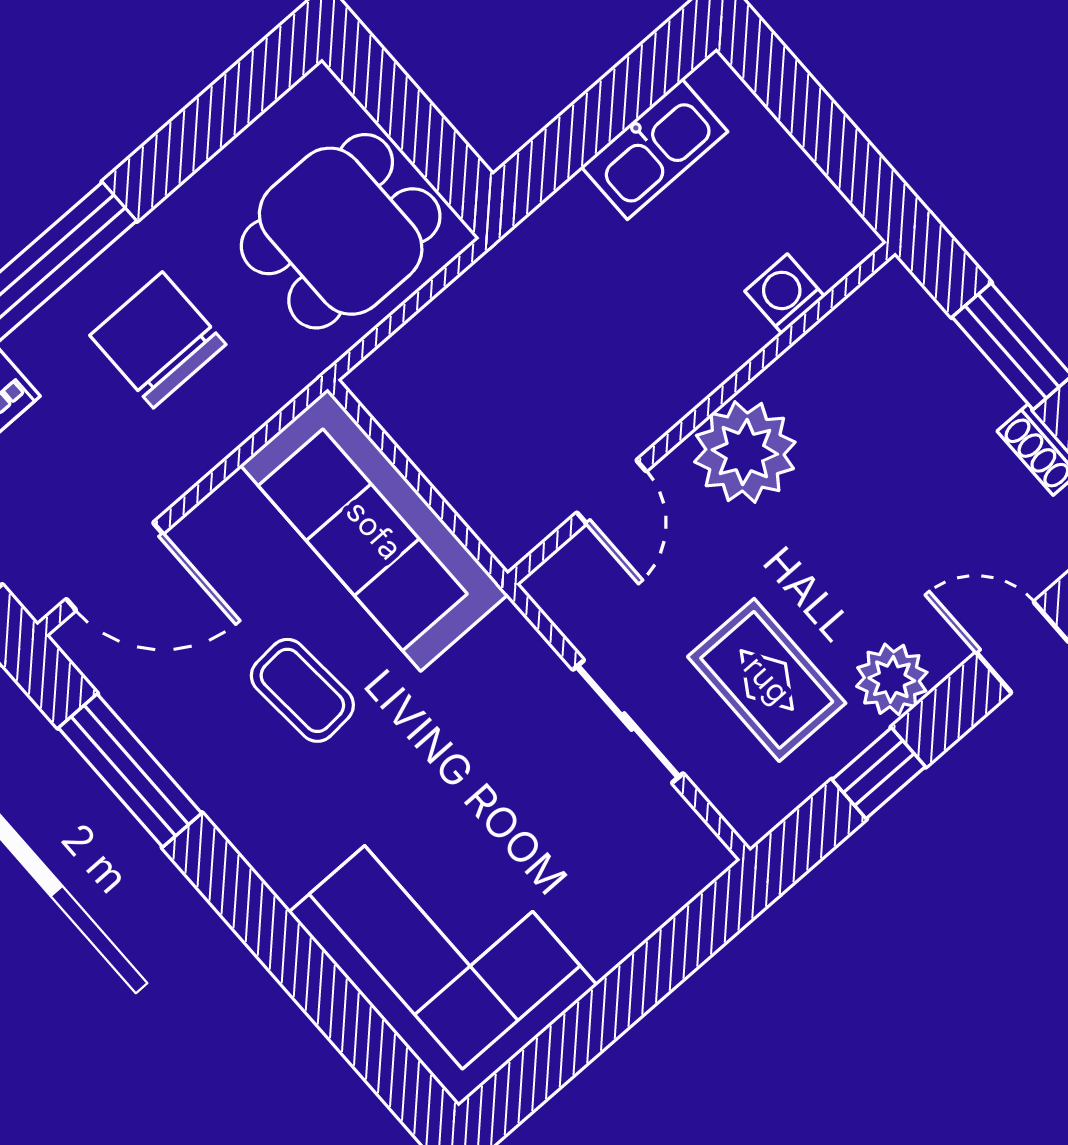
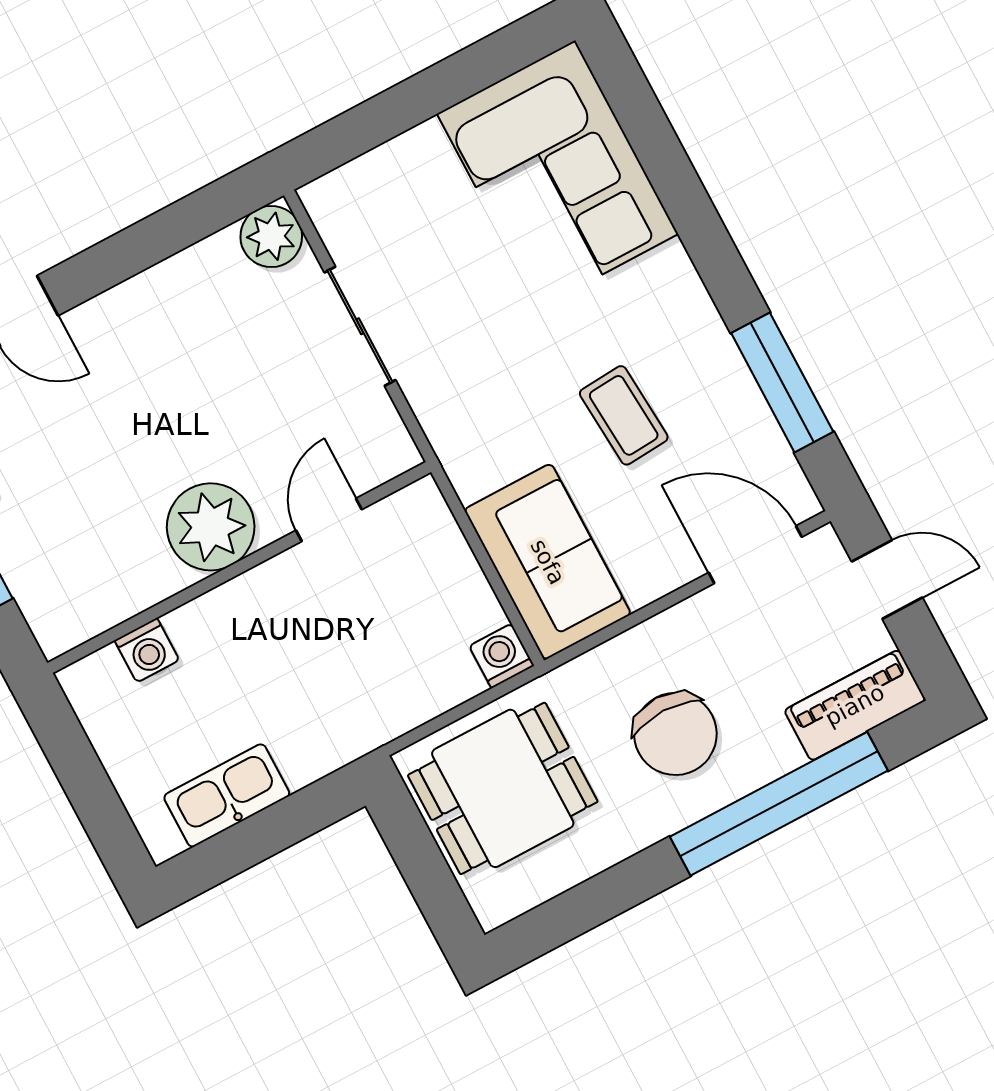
washing machine: (378, 383) -> (502, 656), added
sofa: (374, 530) -> (548, 562), width x0.73
plant: (892, 679) -> (271, 236), moved
rug: (767, 680) -> (237, 334), removed
window: (879, 773) -> (162, 235), removed

